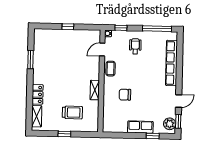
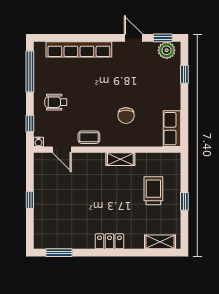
window: (31, 60) -> (59, 253), moved
locker: (38, 94) -> (109, 241), moved
row of seats: (140, 127) -> (172, 129), moved

